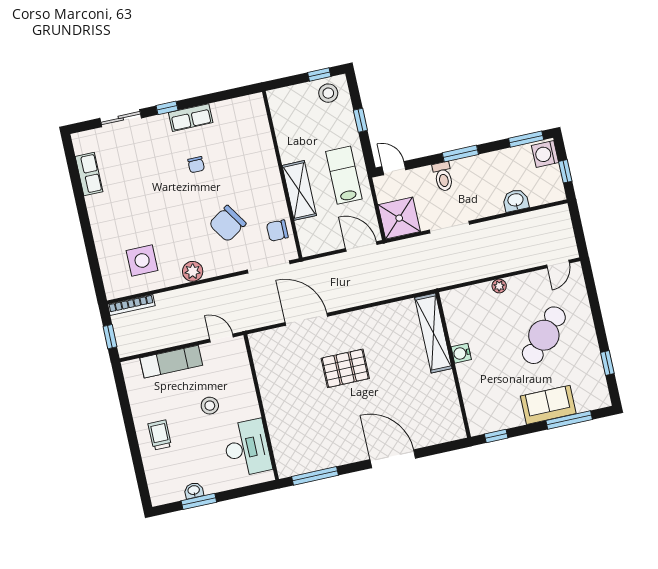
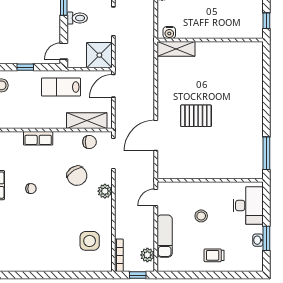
row of seats: (89, 174) -> (38, 138), moved, turned 180
shelving: (299, 190) -> (87, 121), moved
chair: (277, 231) -> (89, 142), turned -90
plant: (193, 271) -> (105, 191), moved
shelving: (433, 333) -> (176, 49), width x0.68
plant: (140, 344) -> (147, 255), added
water cooler: (461, 353) -> (169, 33), moved
pallet: (345, 368) -> (196, 116), turned 90
desk: (247, 448) -> (248, 205), moved, turned 90
door: (393, 459) -> (266, 96), removed

